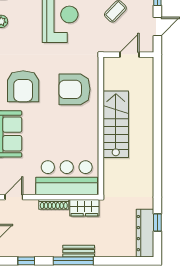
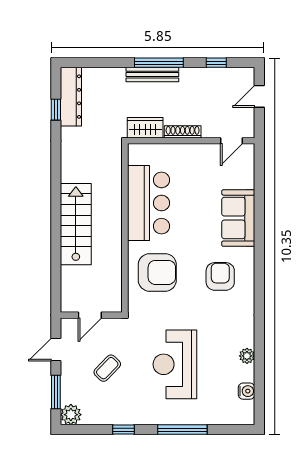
armchair: (23, 86) -> (220, 276), width x0.73, depth x0.73
stairs: (116, 124) -> (76, 224), moved, turned 180
bar counter: (67, 178) -> (149, 203), moved, turned -90
bench: (79, 251) -> (152, 75), width x1.36

